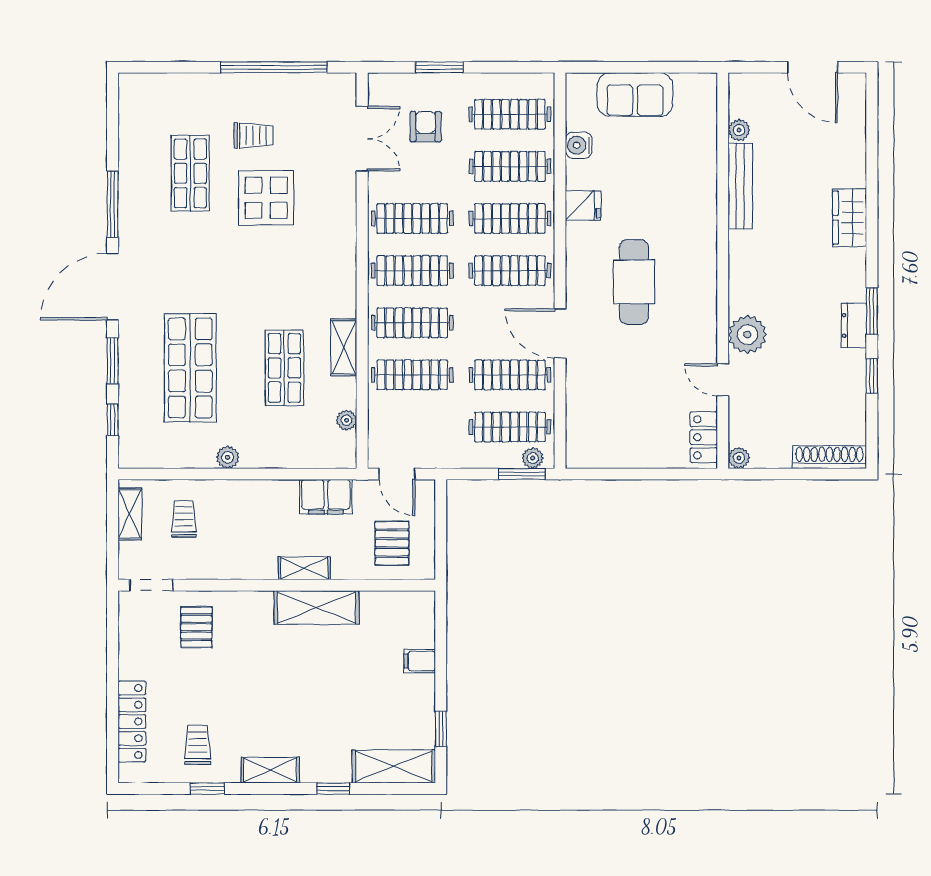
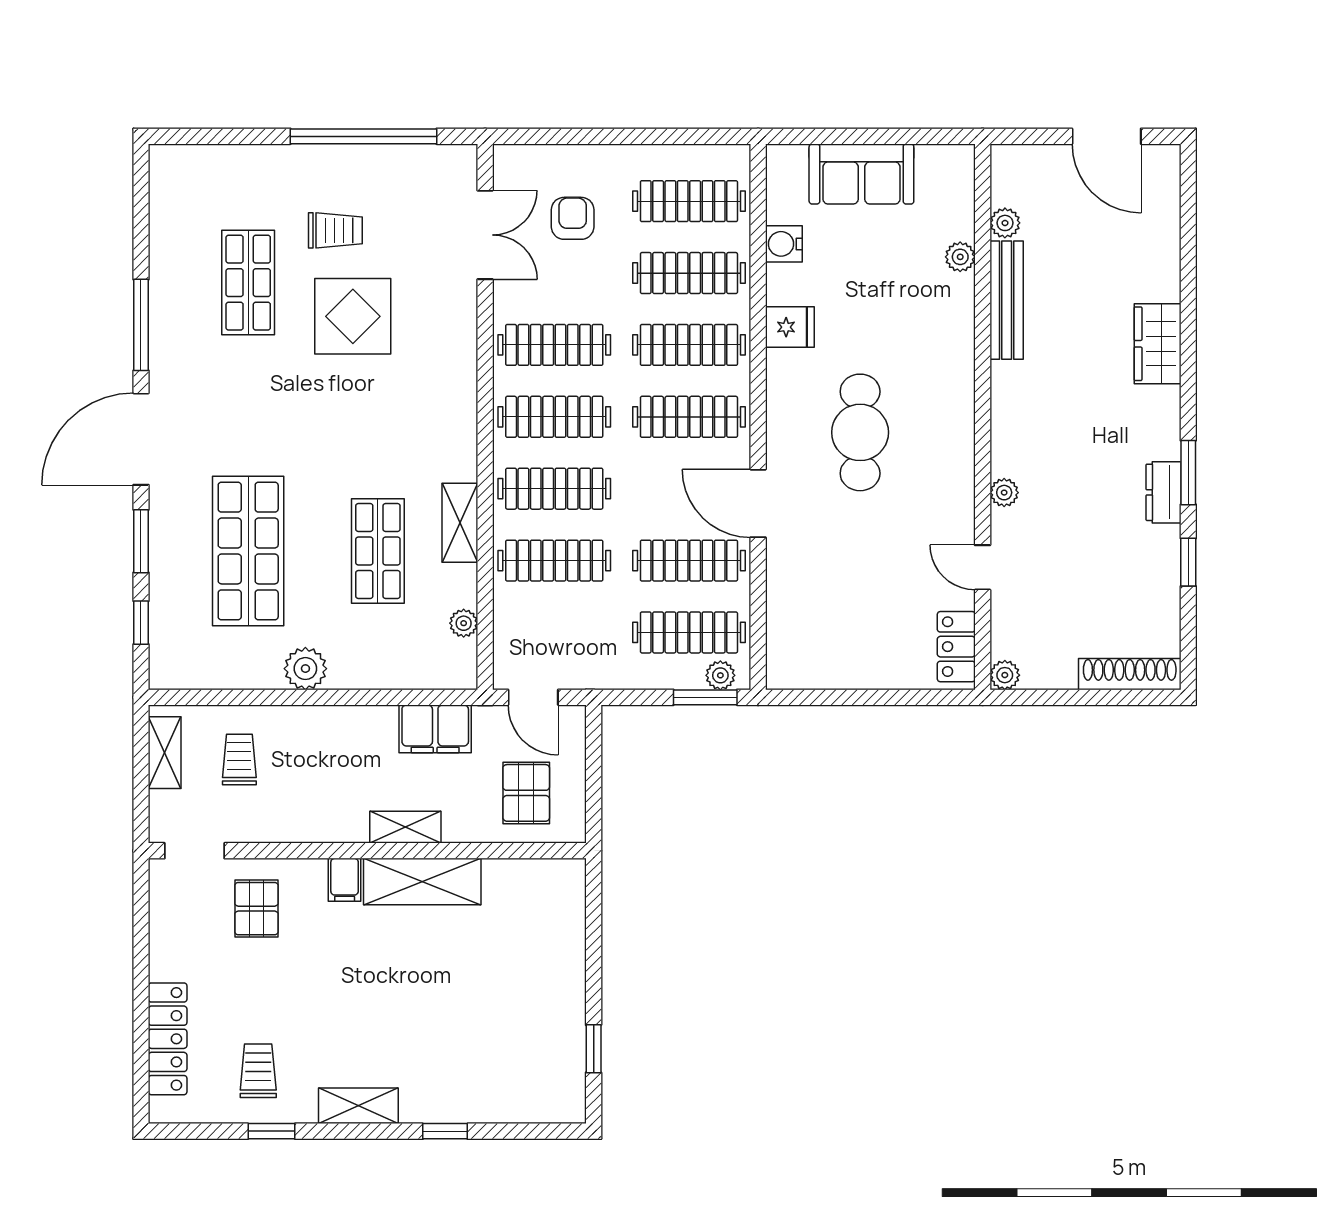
window: (439, 67) -> (592, 136), removed
plant: (707, 155) -> (960, 257), added
plant: (747, 335) -> (1004, 493), width x0.53, depth x0.53
plant: (228, 457) -> (305, 669), width x1.38, depth x1.38
filing cabinet: (420, 661) -> (345, 880), moved, turned -90
shelving: (394, 766) -> (529, 1101), removed

